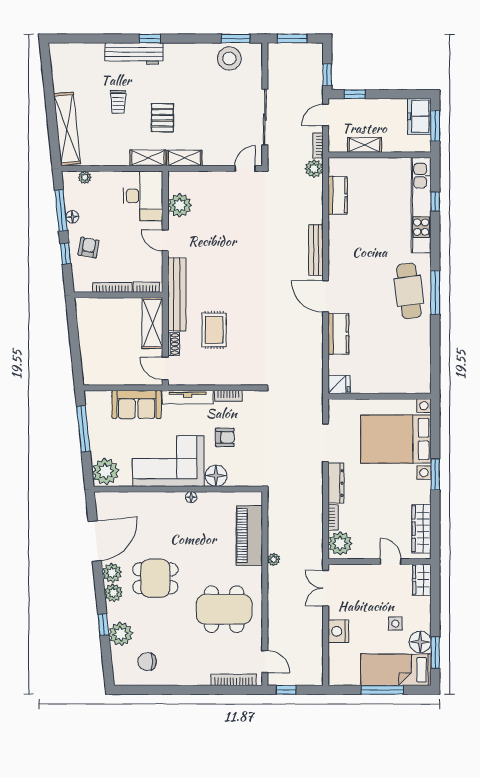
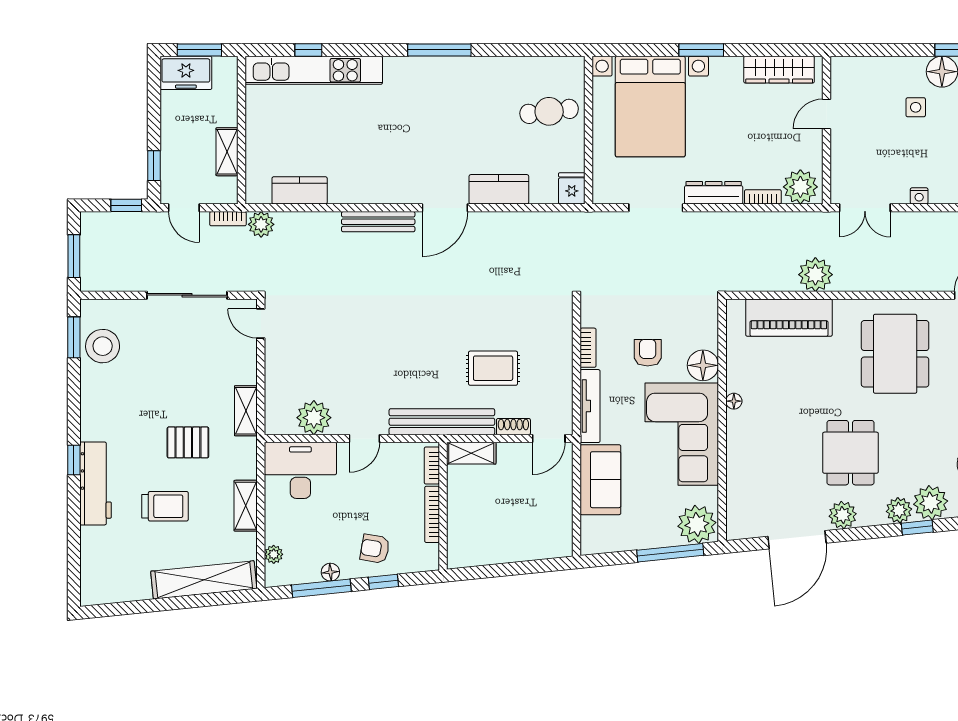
trolley: (118, 102) -> (165, 506), width x1.36, depth x1.39
shelving: (148, 158) -> (246, 506), moved
cafe table: (409, 291) -> (549, 111), moved, width x0.73, depth x0.74
shelving: (152, 323) -> (471, 453), width x0.67, depth x0.75
window: (83, 429) -> (670, 553), moved
door: (95, 541) -> (797, 540), swing flipped
plant: (274, 559) -> (815, 275), width x1.88, depth x1.88
wardrobe: (422, 580) -> (853, 69), removed
plant: (113, 593) -> (899, 510), moved
nightstand: (338, 631) -> (919, 196), width x0.53, depth x0.56

